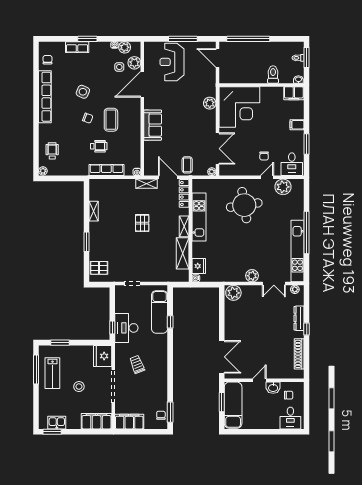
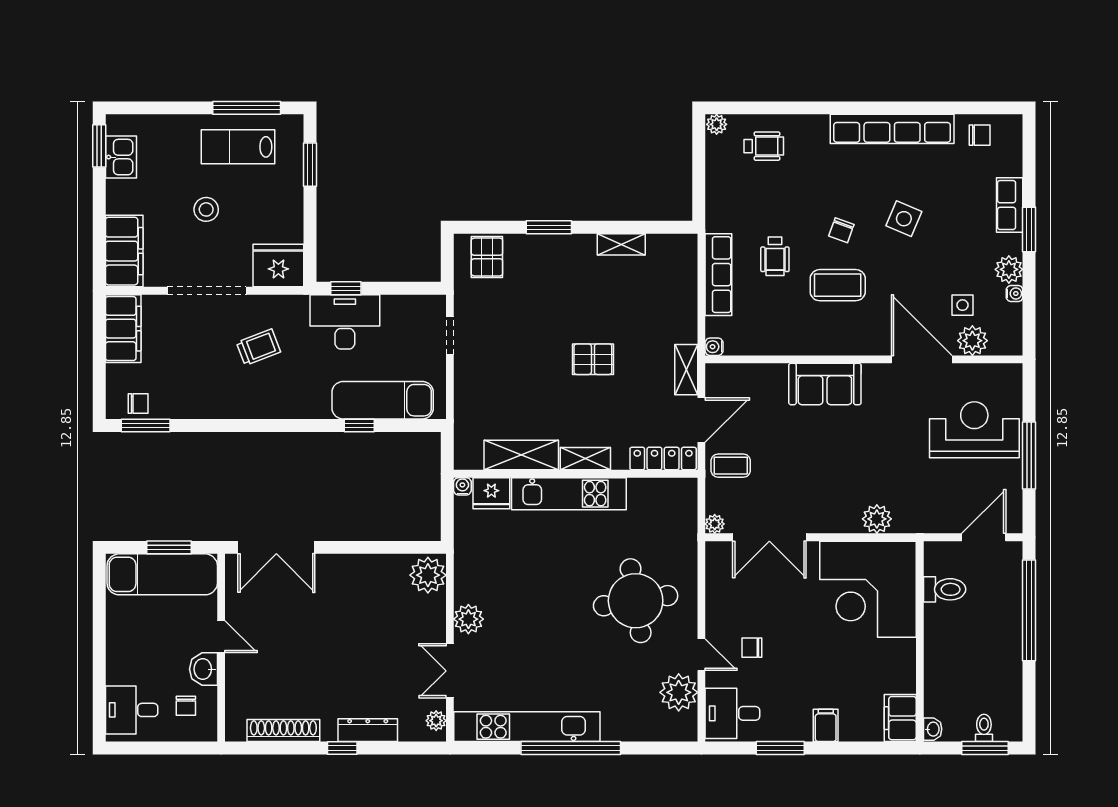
plant: (125, 47) -> (1009, 269), moved
toilet: (273, 75) -> (945, 589), moved
kitchen unit: (199, 217) -> (569, 494), moved

